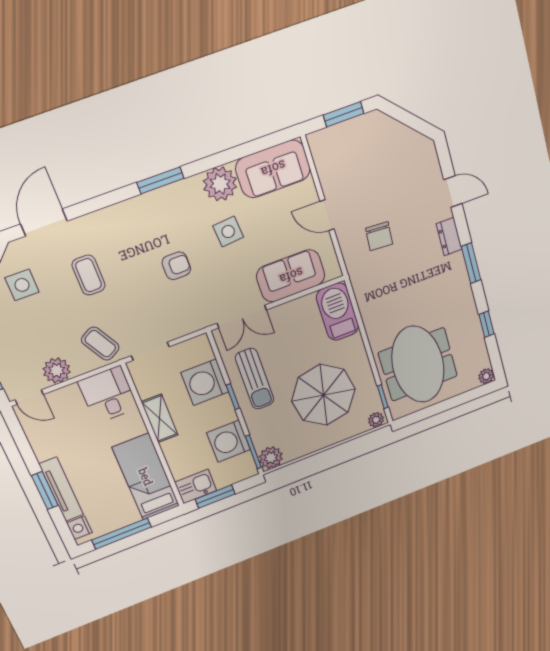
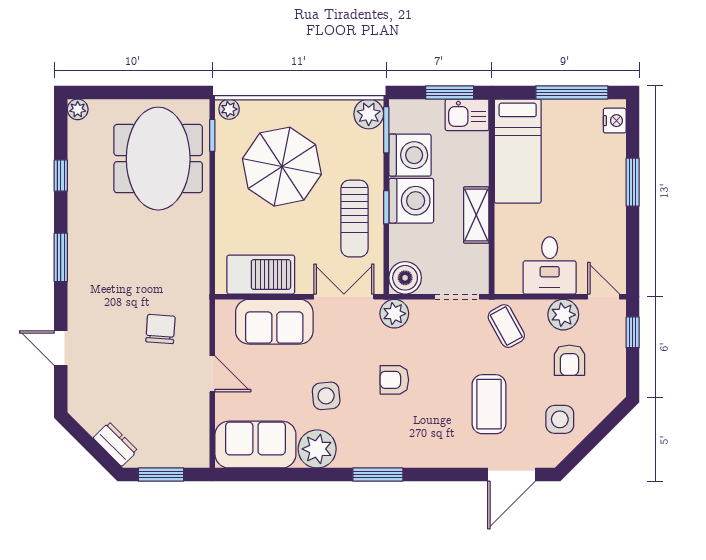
dresser: (449, 237) -> (115, 444), moved, turned -45
coffee table: (89, 275) -> (489, 404), width x1.36, depth x1.30
barbecue: (338, 312) -> (261, 275), moved, turned -90
plant: (196, 319) -> (394, 314), added
armchair: (35, 336) -> (569, 360), added
boiler: (198, 350) -> (405, 278), added
sun lounger: (255, 379) -> (354, 219), turned 180
washing machine: (205, 382) -> (411, 201), moved
desk: (108, 395) -> (550, 265), moved
tv unit: (61, 489) -> (615, 176), removed

